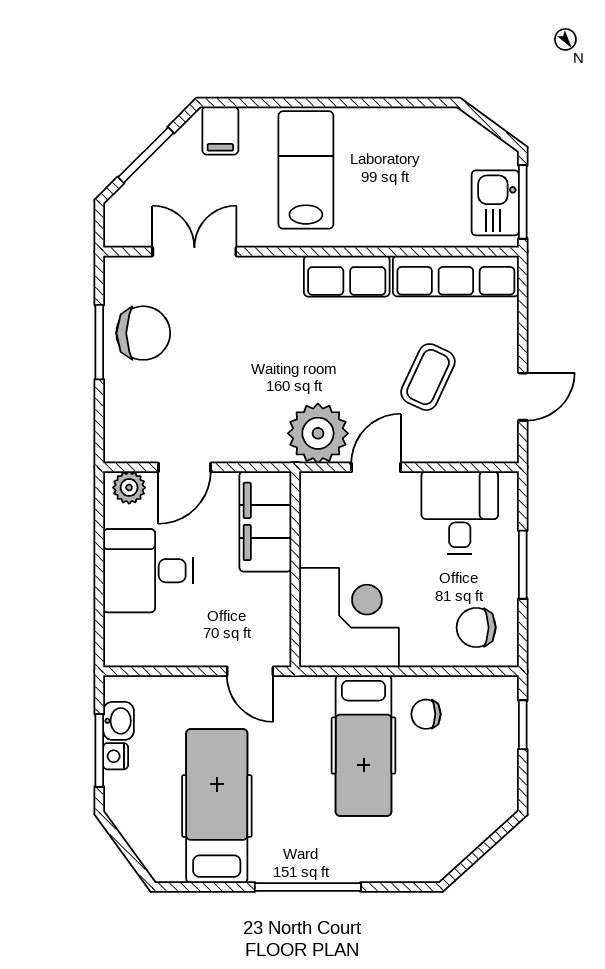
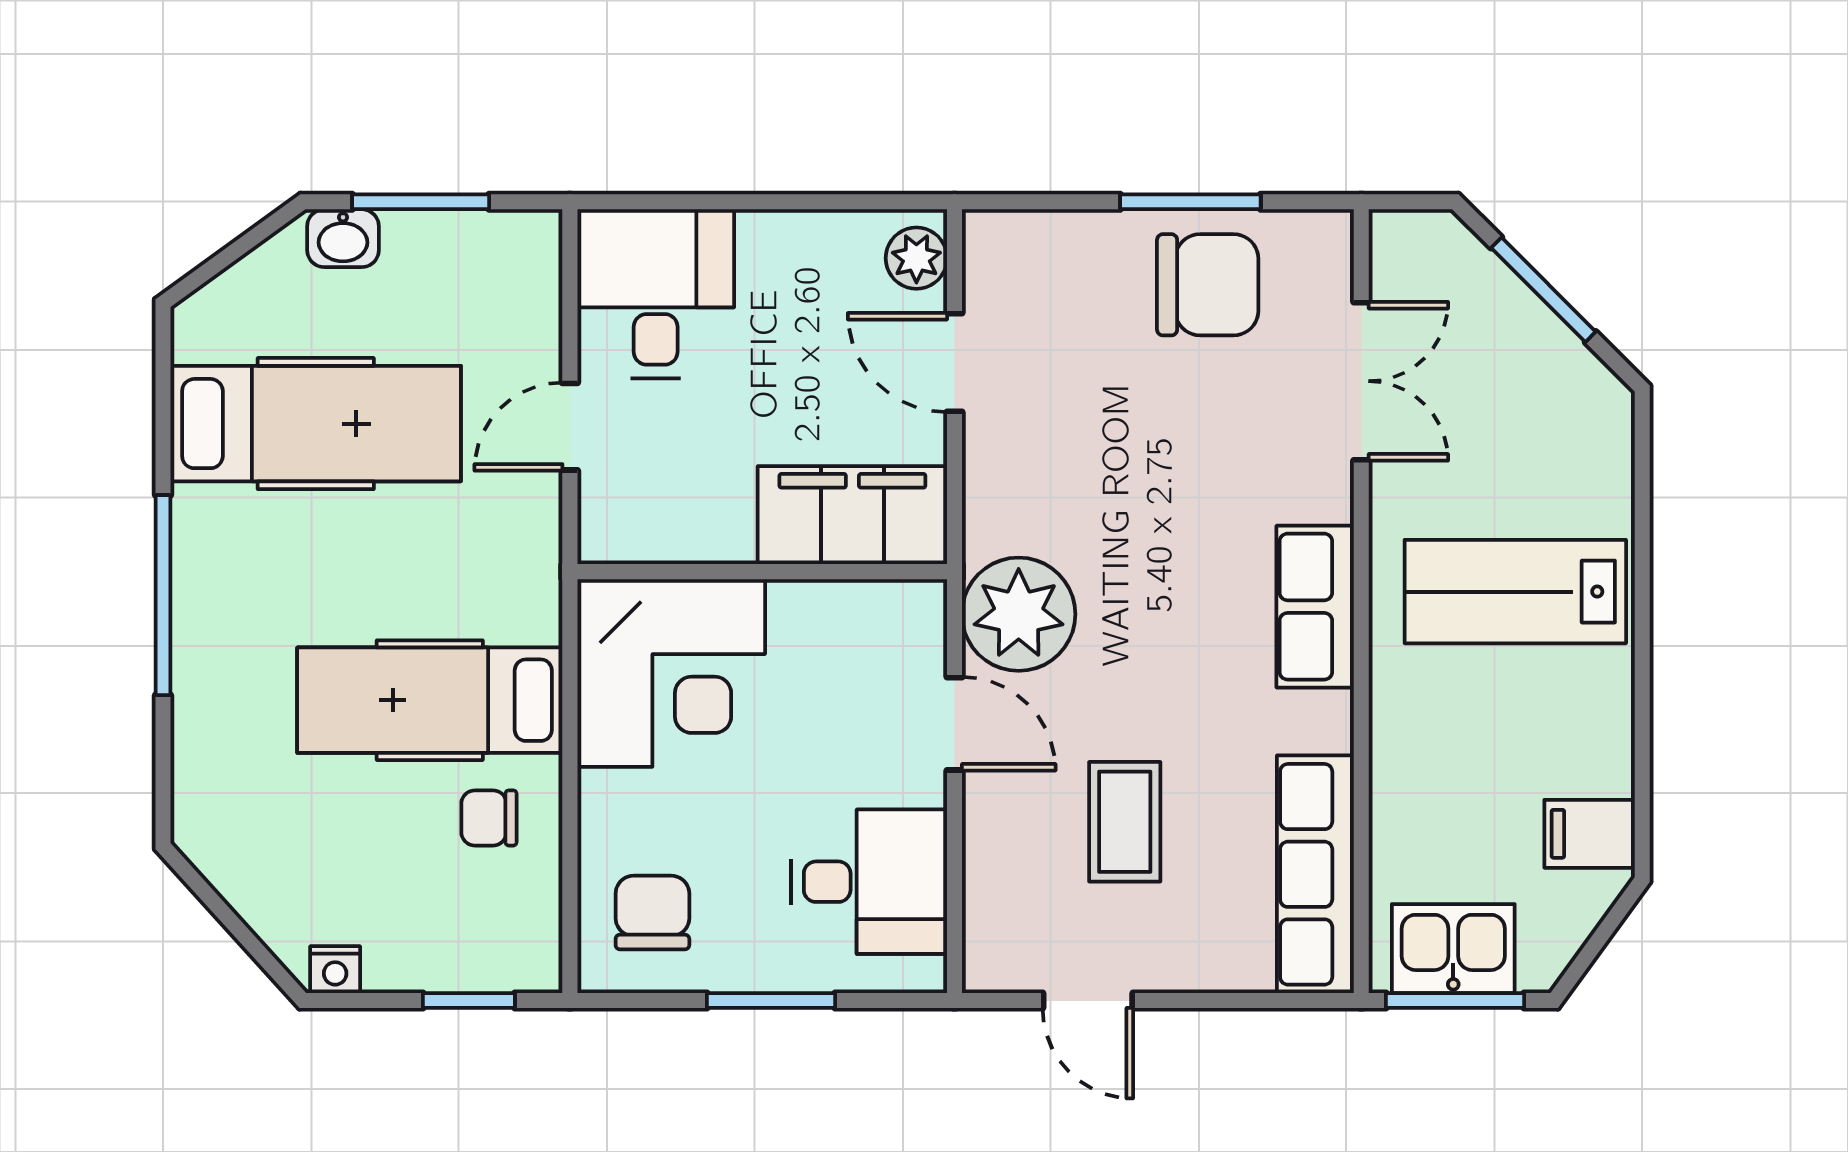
filing cabinet: (220, 131) -> (1590, 834), moved
lab bench: (306, 170) -> (1515, 592), turned 180
row of seats: (347, 276) -> (1315, 607), moved
chair: (143, 333) -> (1208, 285), turned -90
coffee table: (428, 377) -> (1125, 822), turned 65
desk: (148, 571) -> (656, 294), moved
door: (250, 671) -> (570, 427), moved
chair: (426, 714) -> (489, 818), turned -90
washbasin: (119, 721) -> (343, 238), moved
nightstand: (116, 756) -> (335, 970), moved, turned 180

